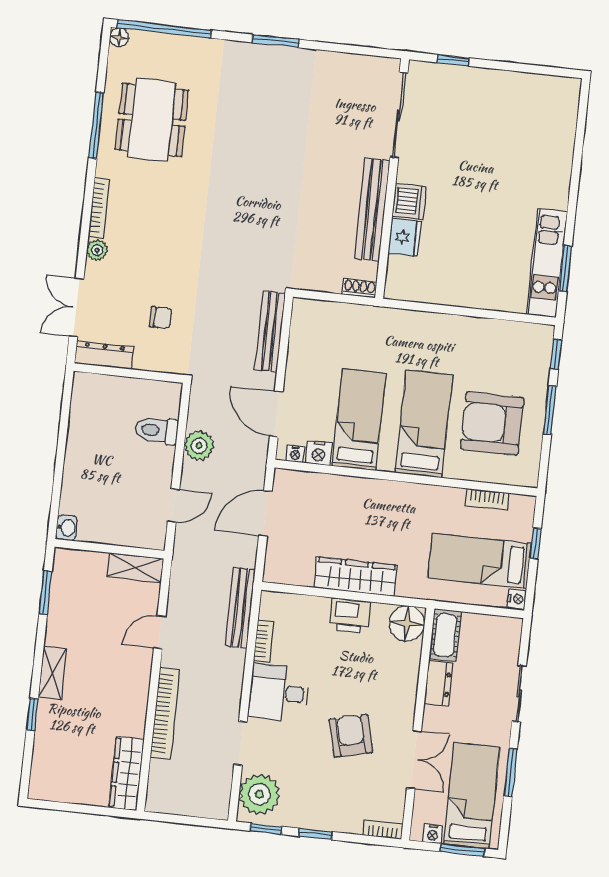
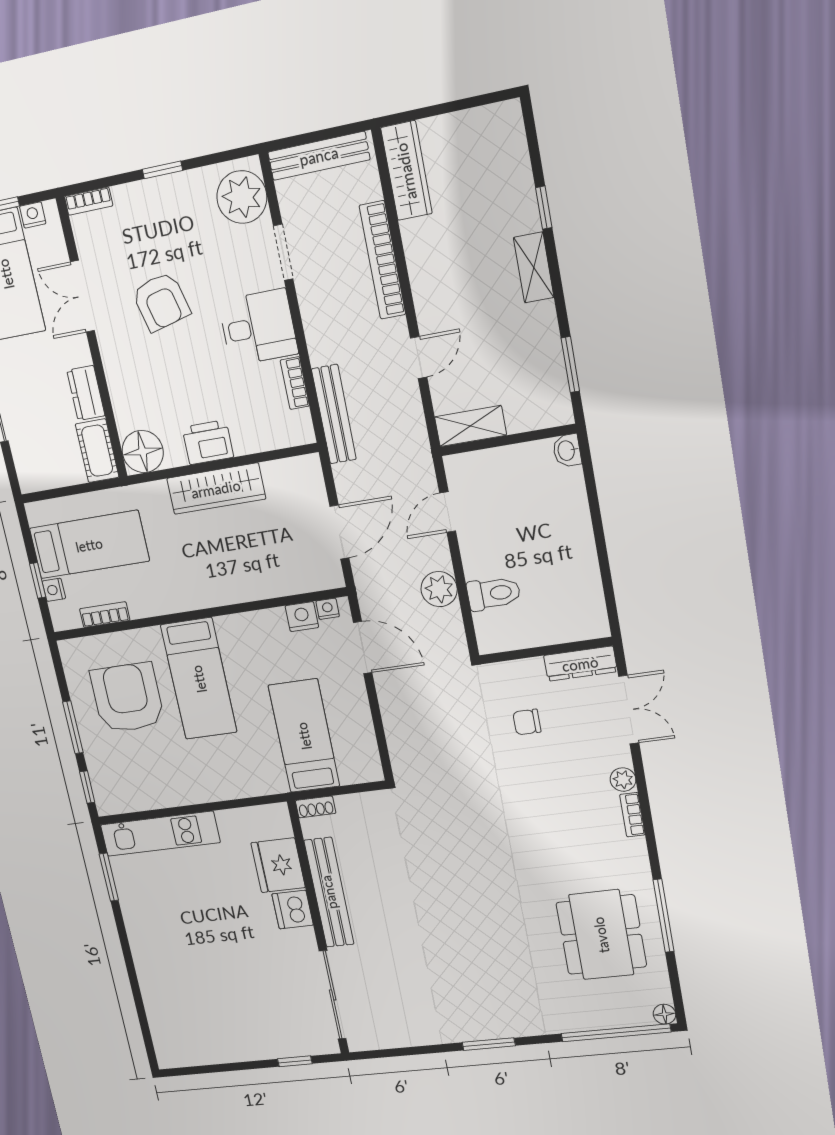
bookcase: (99, 208) -> (632, 815), width x0.64
fridge: (405, 237) -> (278, 865), width x1.36, depth x1.34
kitchen unit: (547, 263) -> (160, 834), moved, turned 90
bench: (270, 332) -> (319, 156), moved, turned 90
bed: (359, 420) -> (304, 736), moved, turned 180
armchair: (492, 423) -> (127, 698), turned -90
nightstand: (517, 599) -> (54, 590), moved
window: (266, 829) -> (221, 157), removed

